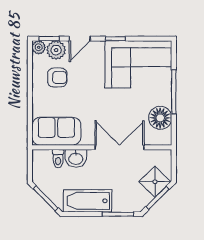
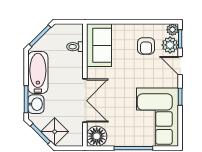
floor lamp: (160, 118) -> (97, 136), moved
washbasin: (76, 158) -> (36, 104), moved, turned 180

